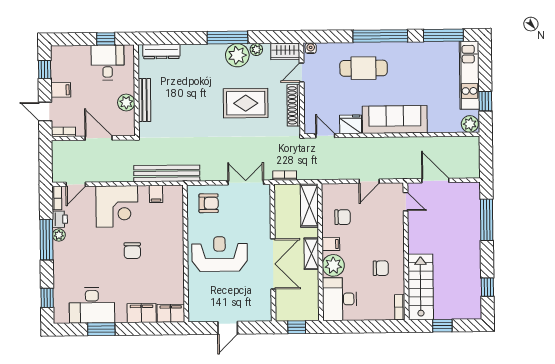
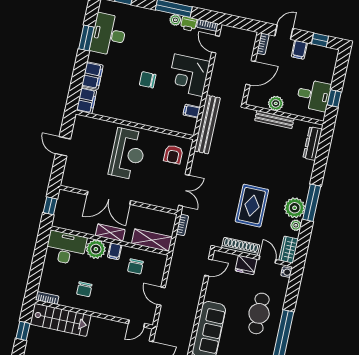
fridge: (351, 124) -> (246, 265), moved, turned 90

